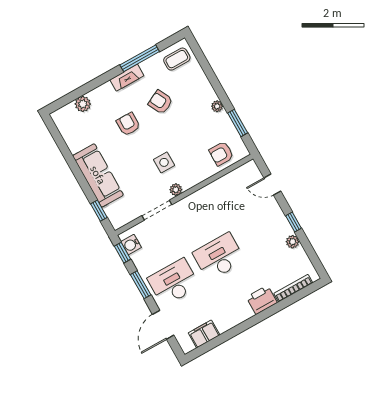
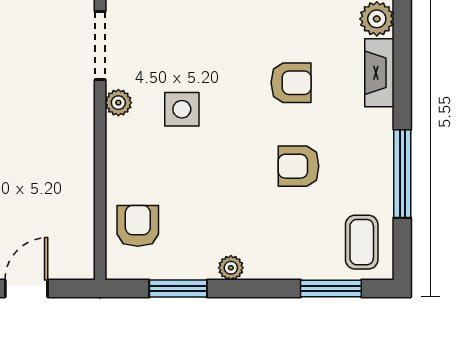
window: (203, 61) -> (331, 288), added
fireplace: (127, 78) -> (379, 73), moved
armchair: (160, 102) -> (299, 166), turned -153

